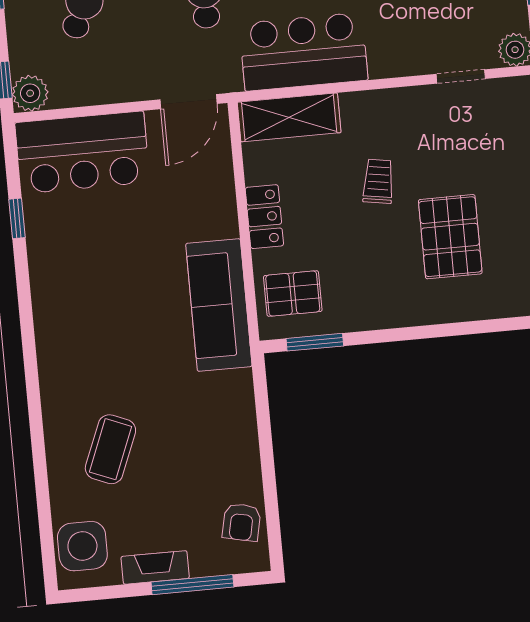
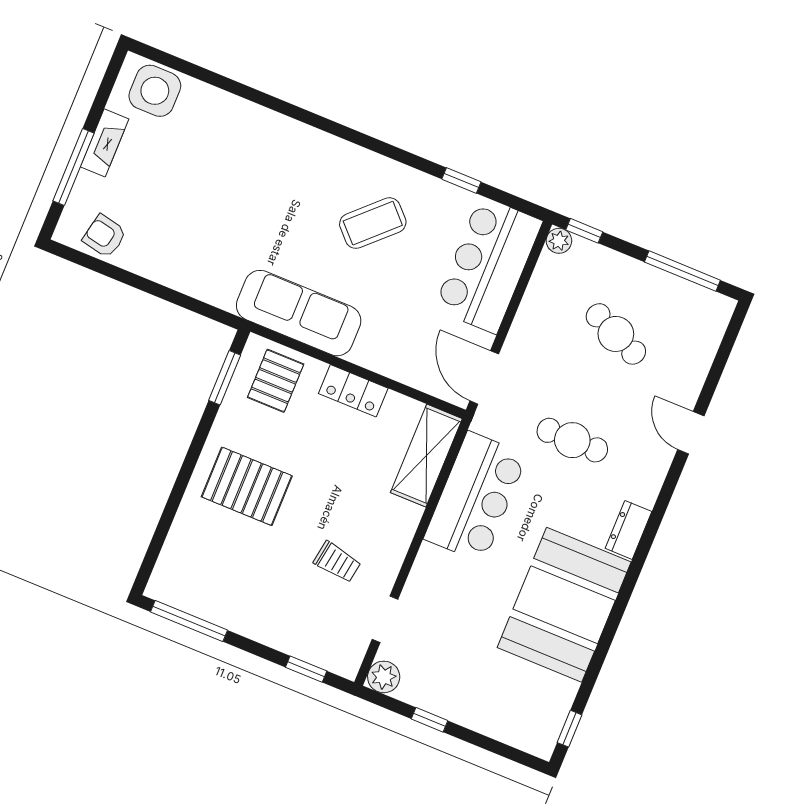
plant: (30, 93) -> (559, 241), width x0.73, depth x0.73
trolley: (378, 181) -> (337, 562), moved
pallet: (450, 237) -> (247, 486), moved
coffee table: (110, 449) -> (373, 223), moved, turned -66

